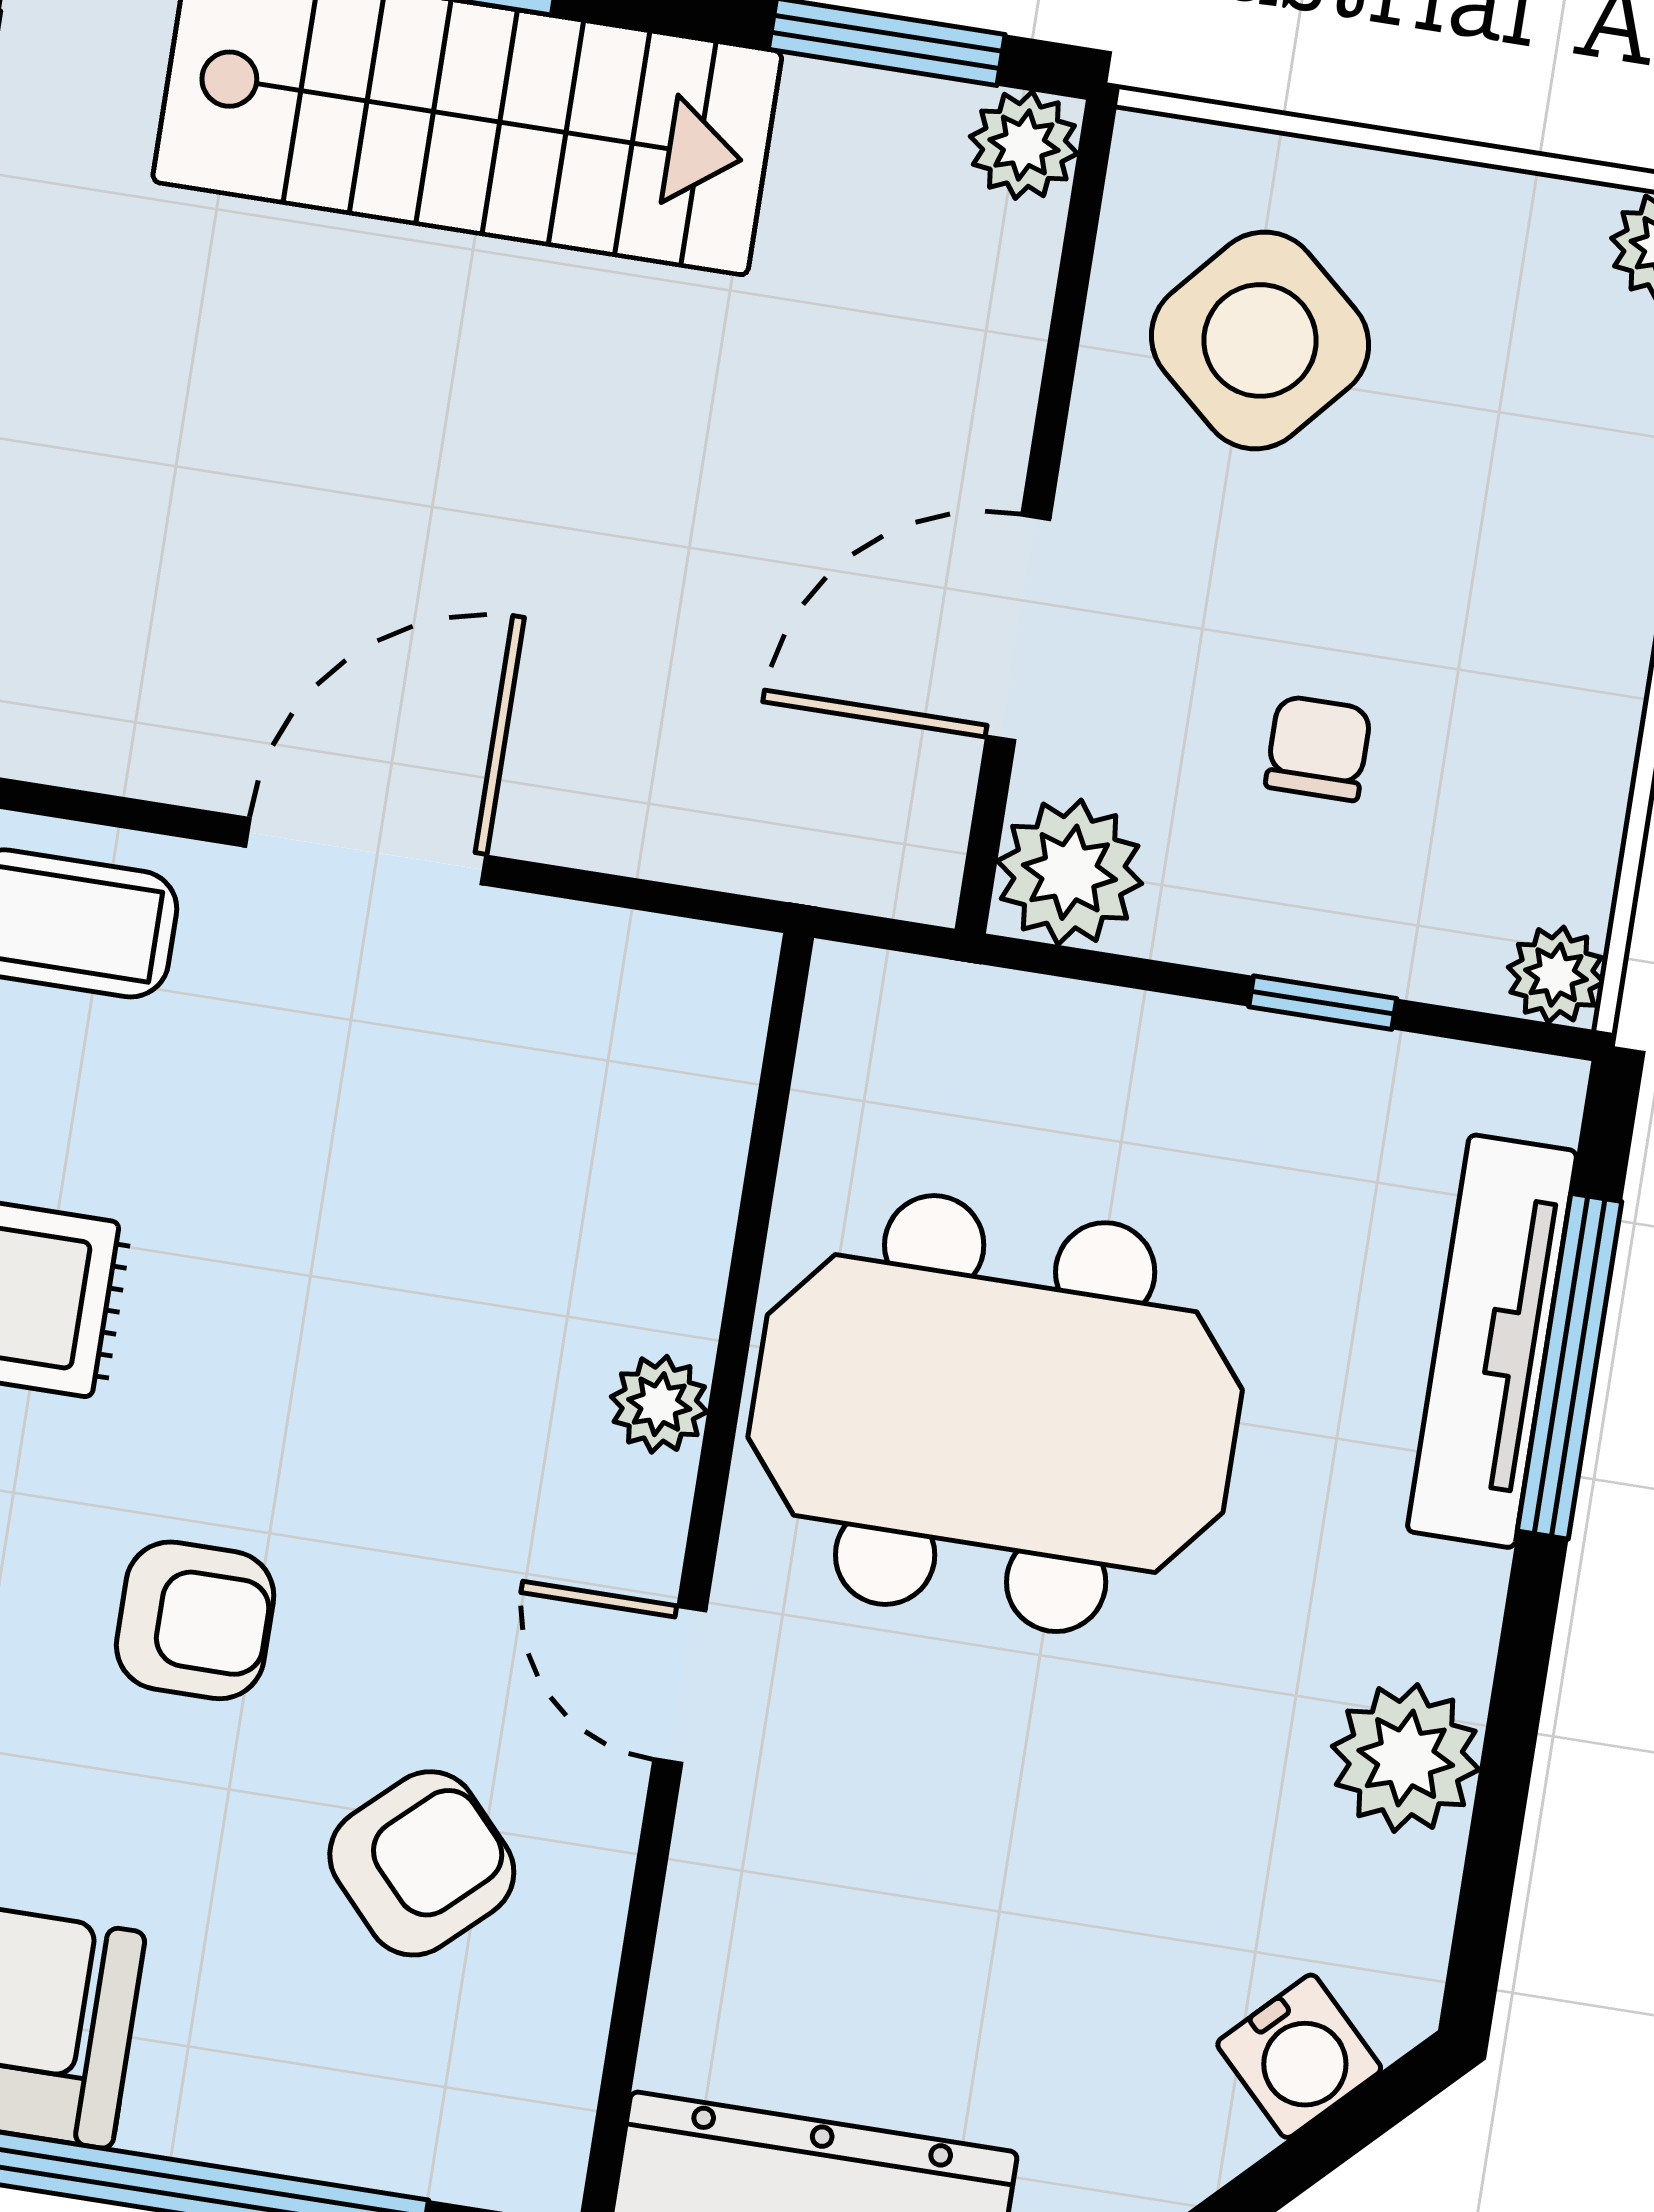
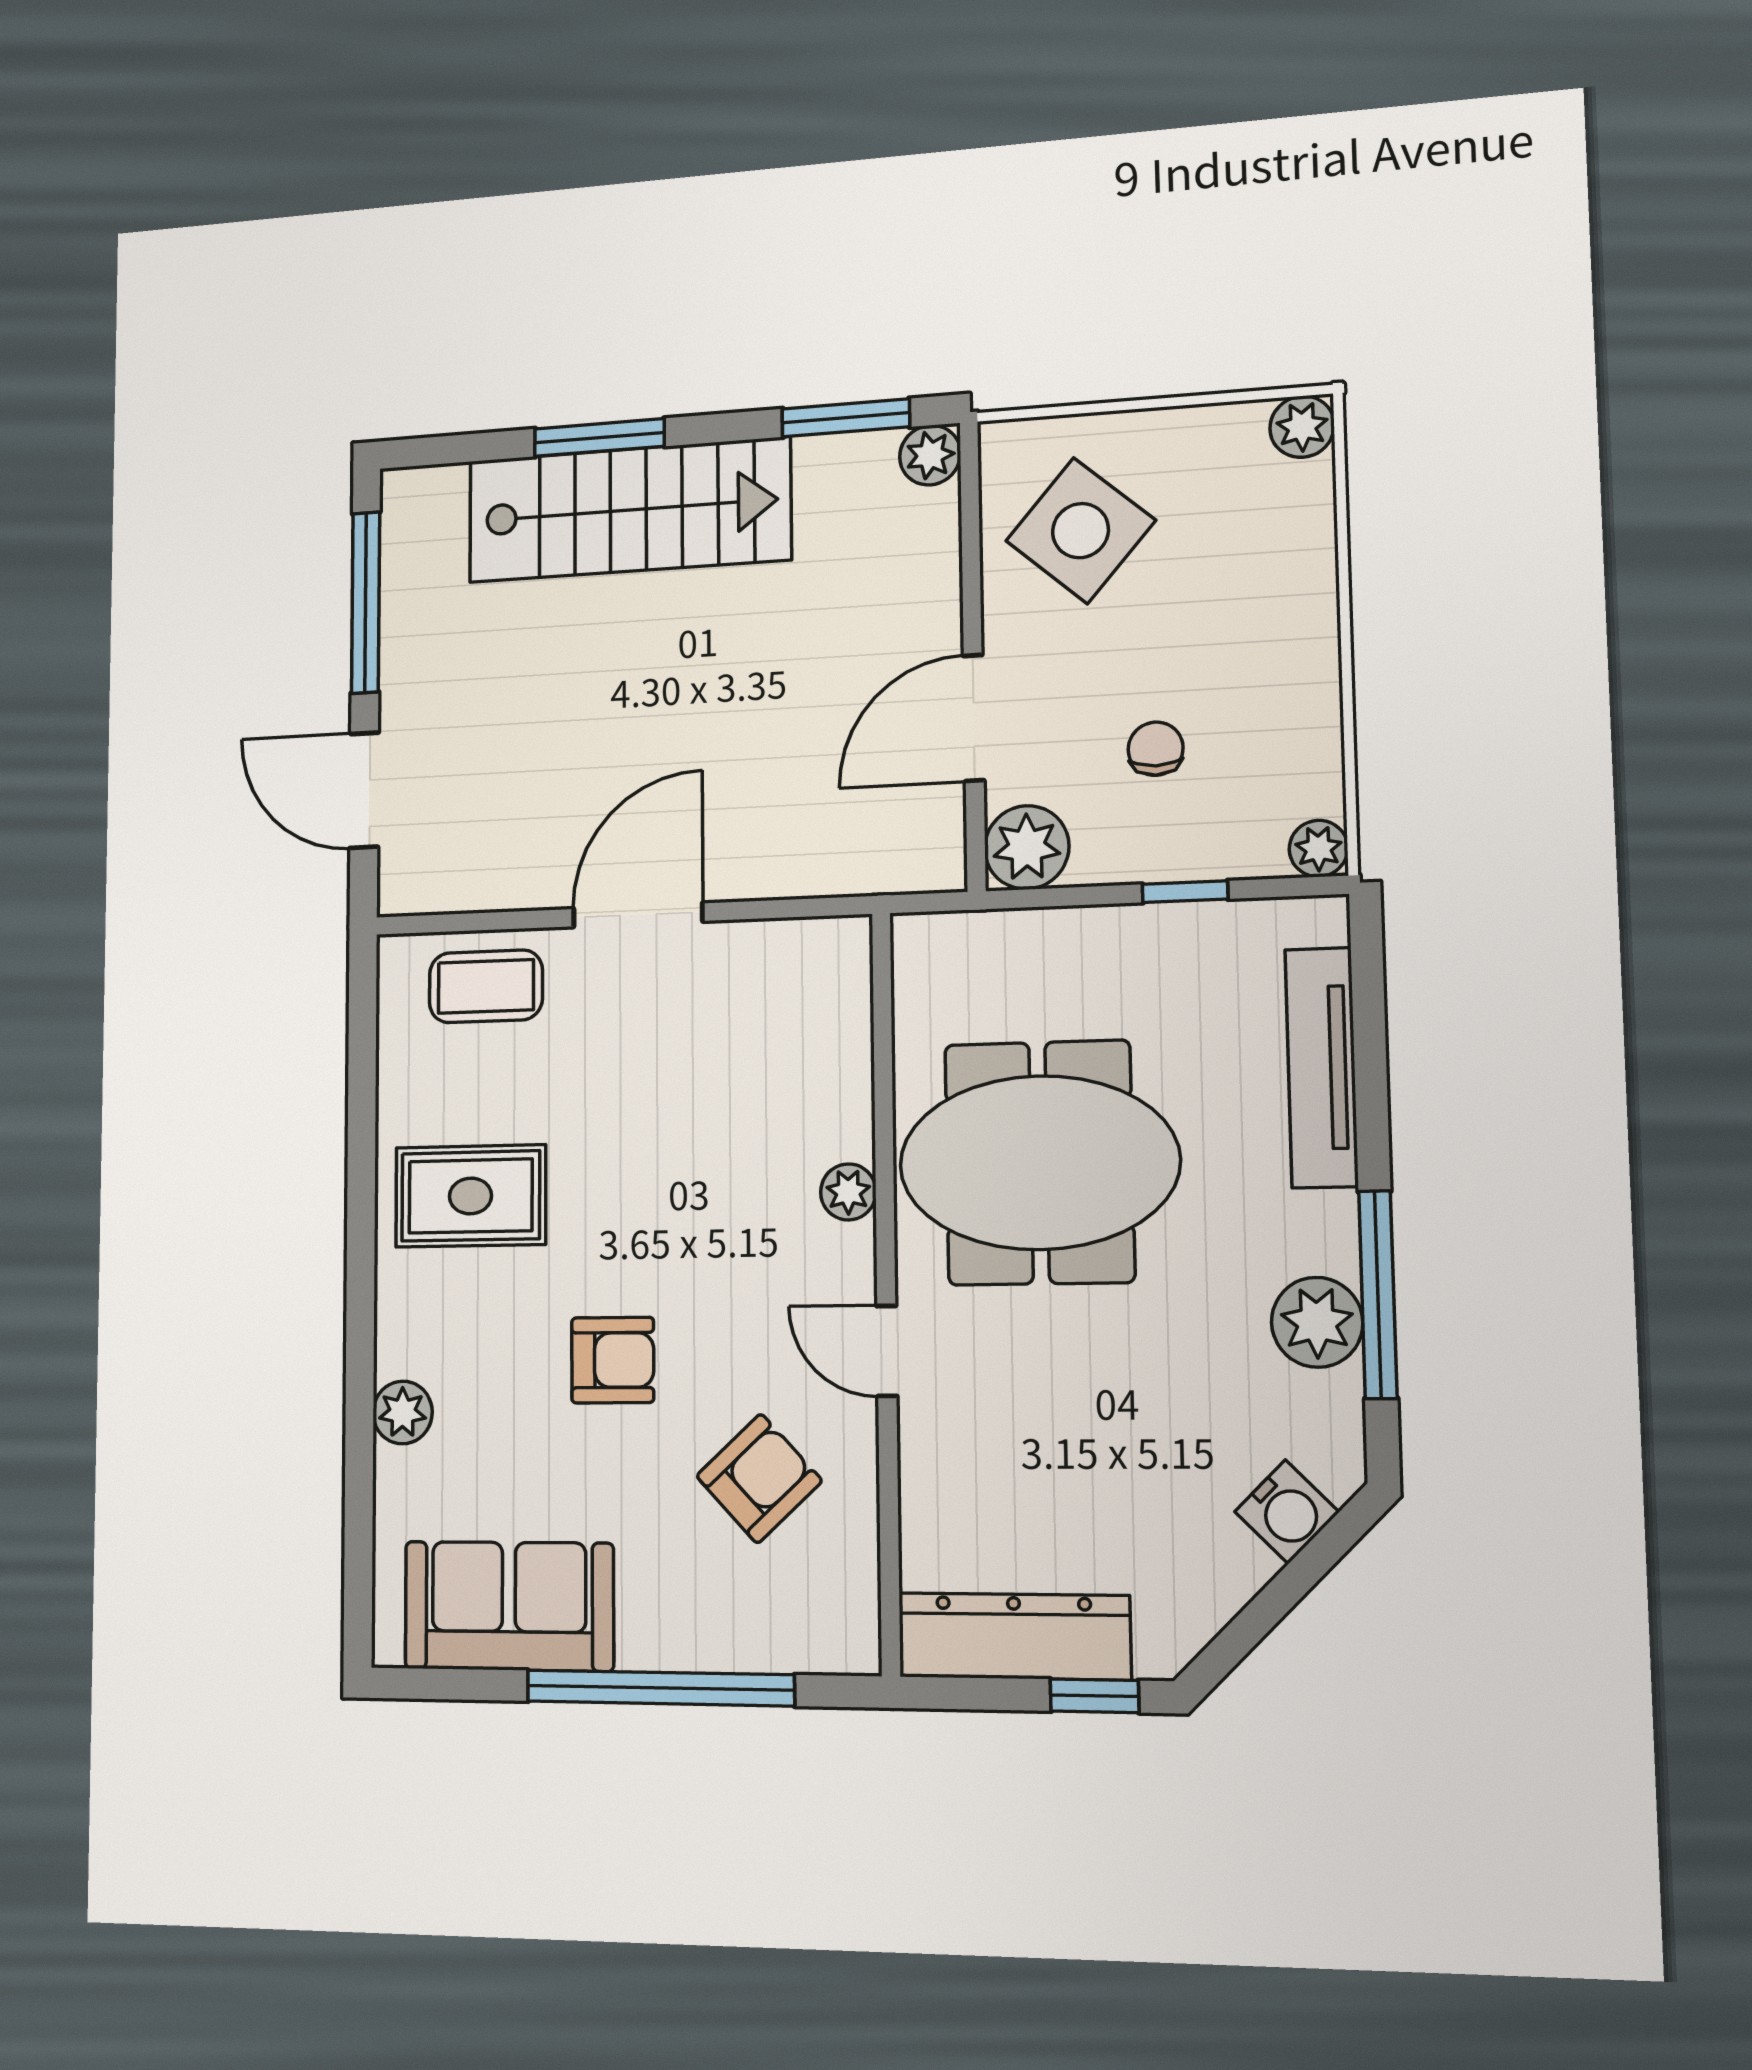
window: (1569, 1366) -> (1378, 1294), moved

